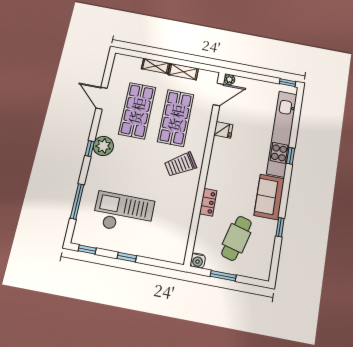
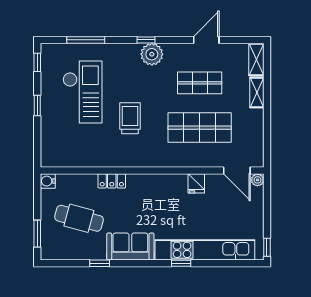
shelving: (183, 72) -> (256, 60), moved
shop shelf: (137, 111) -> (200, 83), width x0.70, depth x0.74
trolley: (180, 164) -> (130, 118), moved, turned 32
window: (223, 276) -> (37, 234), moved

